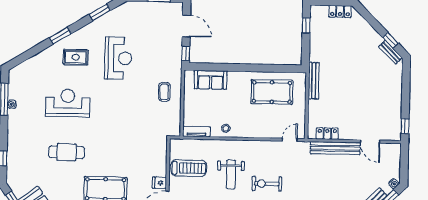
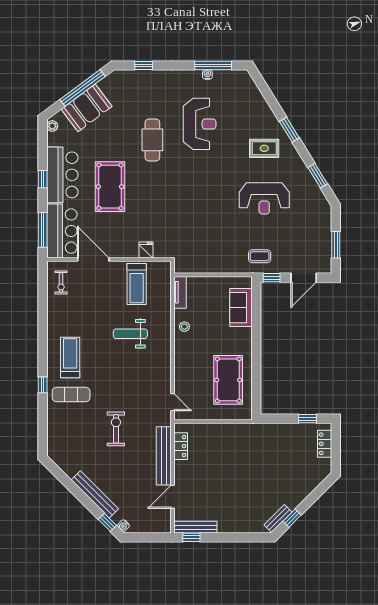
locker: (340, 11) -> (325, 444), moved
rug: (76, 57) -> (264, 148), turned 90
bench: (314, 81) -> (195, 527), moved
coffee table: (164, 92) -> (260, 256), moved
reception desk: (68, 103) -> (200, 124), moved
fridge: (159, 183) -> (146, 250), moved
exercise bike: (267, 184) -> (116, 429), moved

